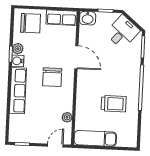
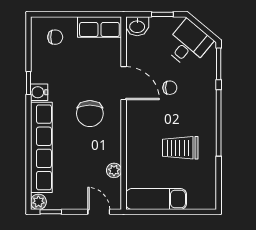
chair: (31, 23) -> (55, 37), width x0.54, depth x0.54
plant: (18, 49) -> (38, 202), moved
chair: (108, 62) -> (170, 88), added
row of seats: (18, 91) -> (41, 147), width x1.36
trolley: (114, 104) -> (180, 148), turned 180
door: (55, 145) -> (99, 212), hinge flipped

